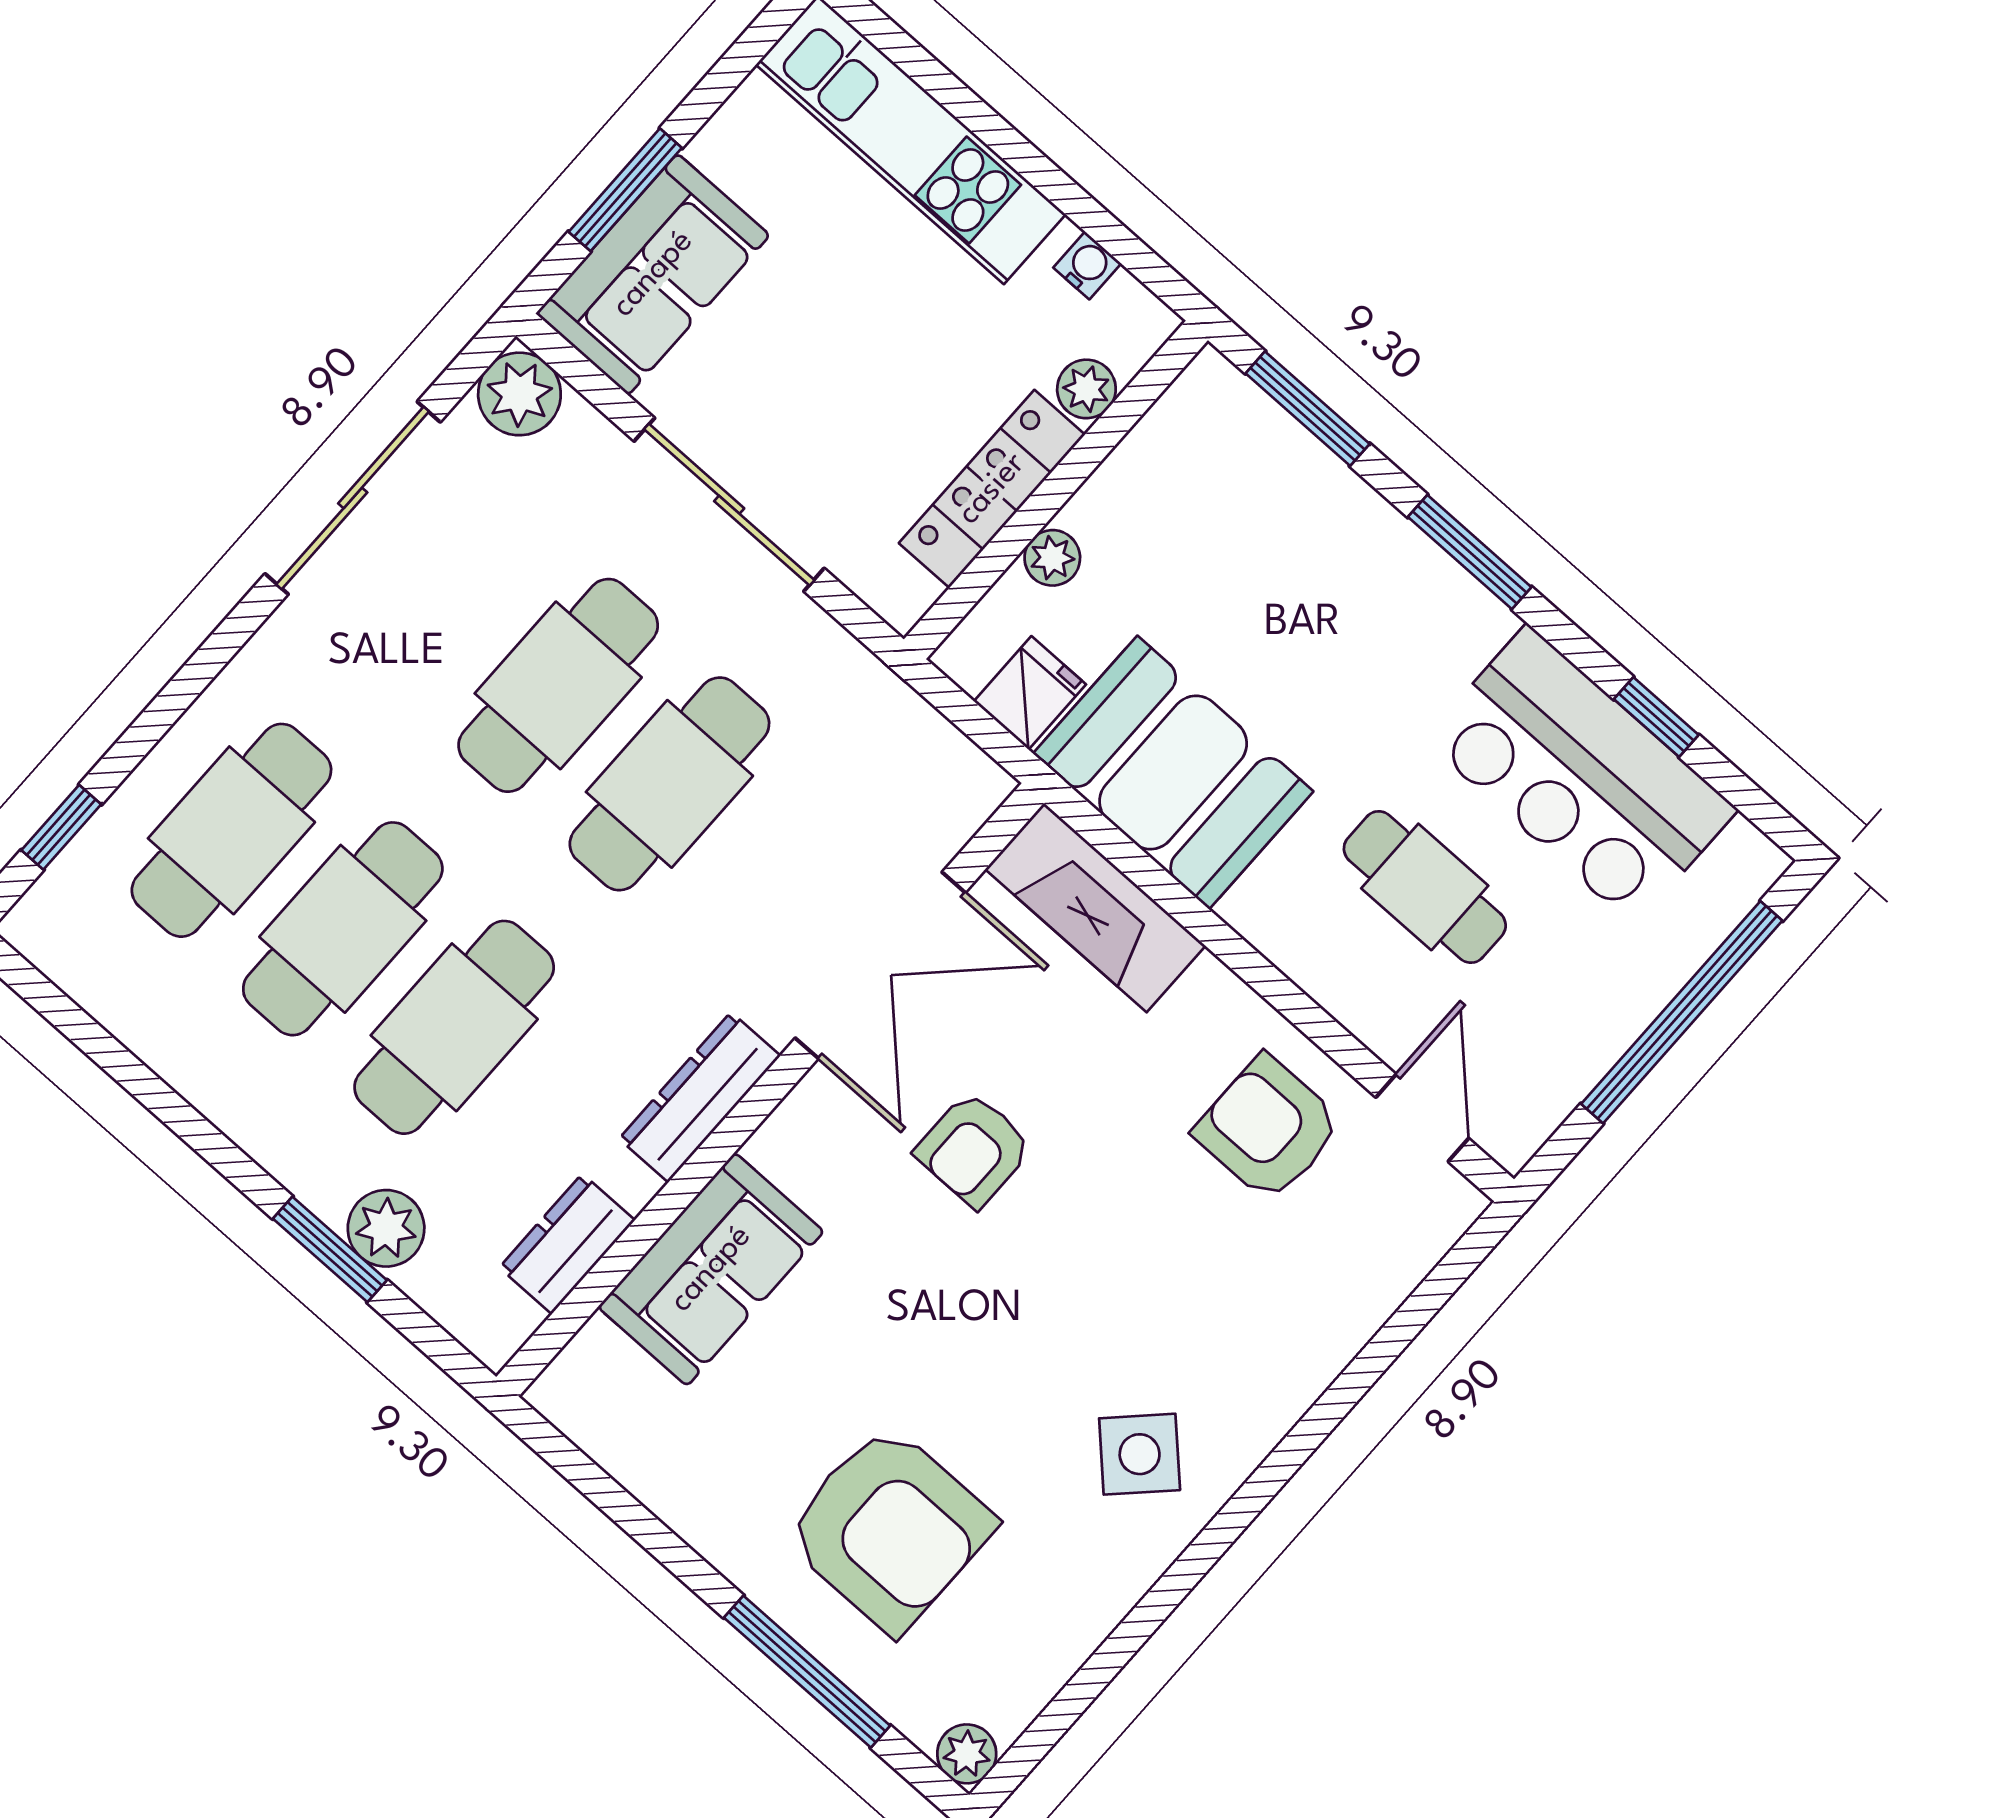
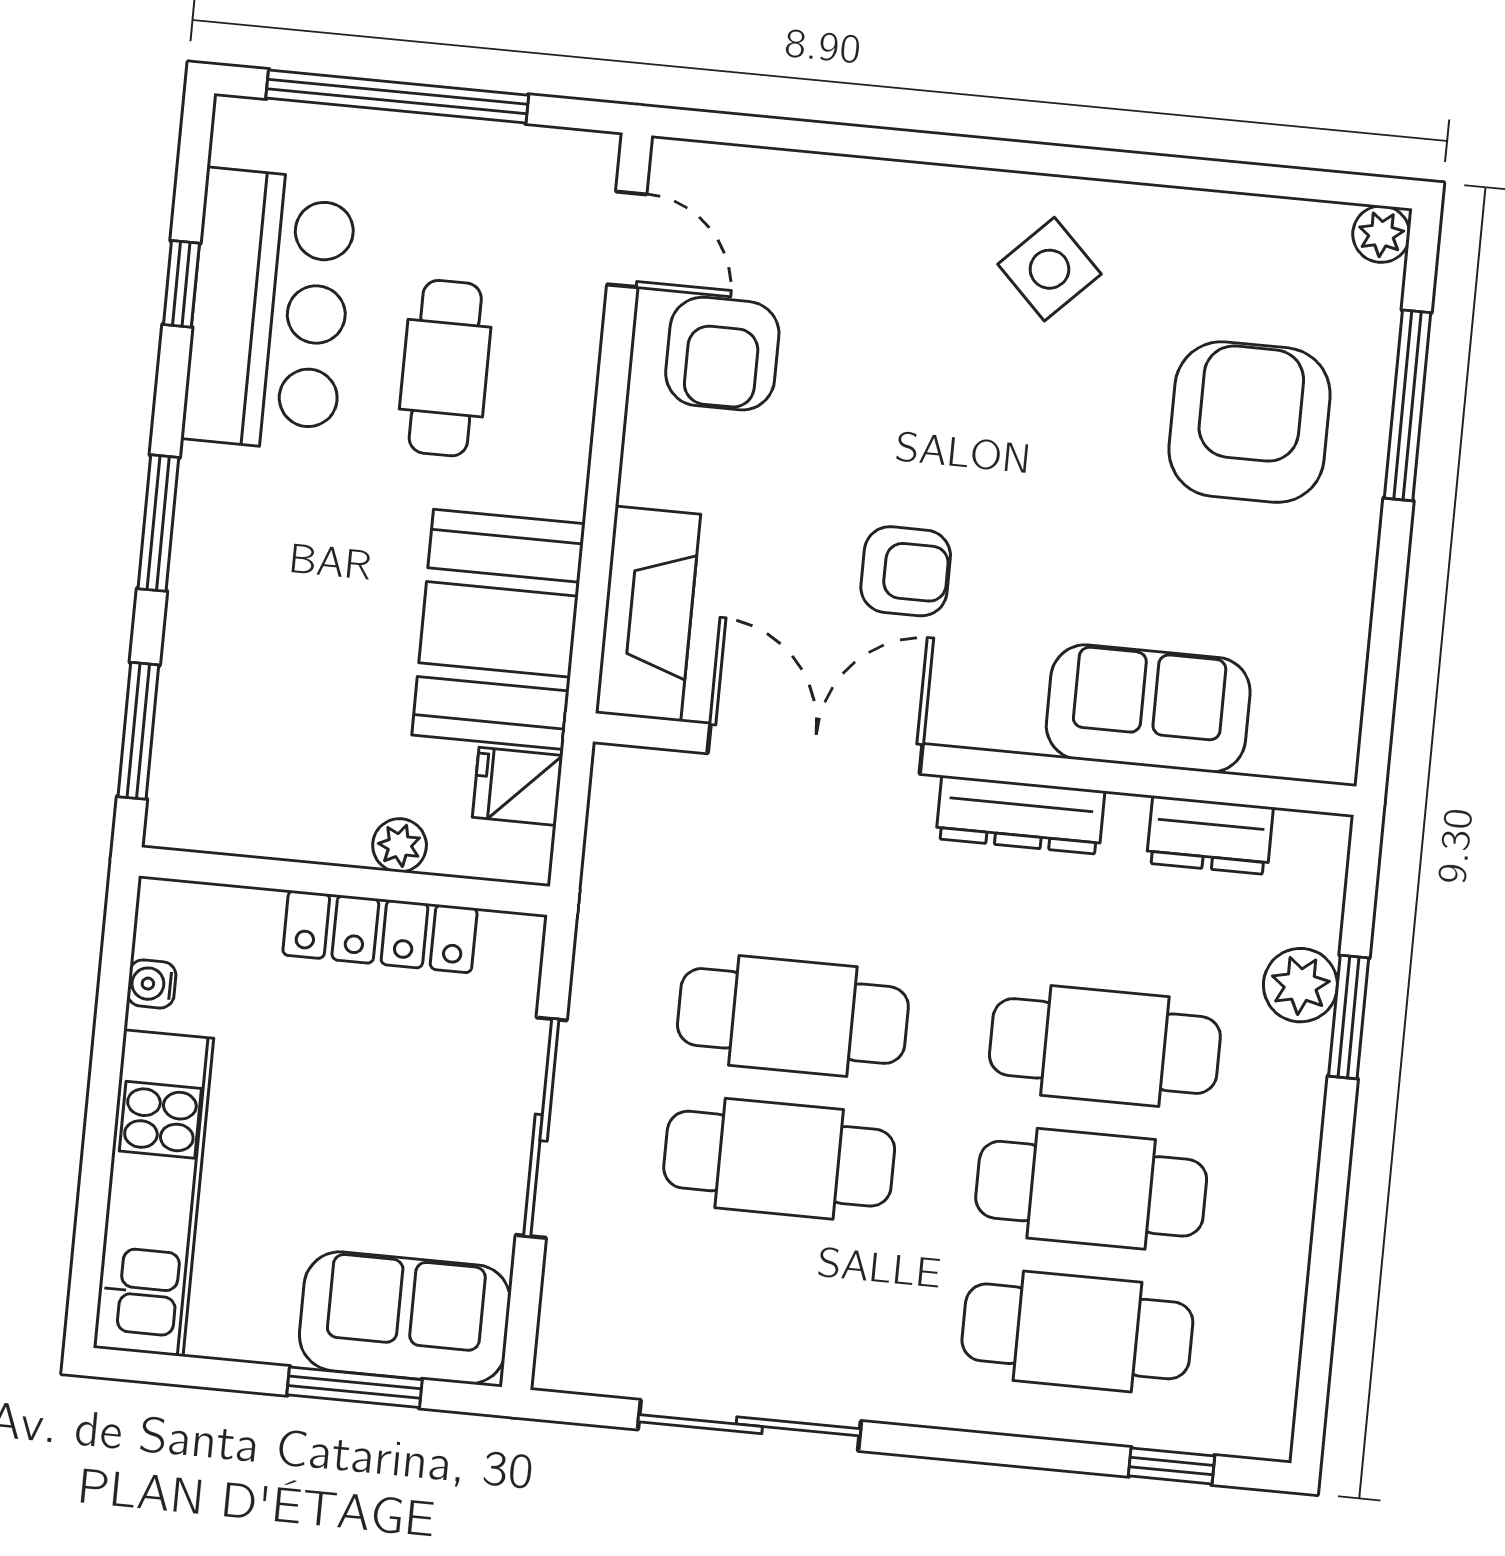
plant: (1086, 389) -> (248, 915), removed
plant: (519, 394) -> (574, 1354), removed
door: (1422, 1118) -> (627, 239), swing flipped

